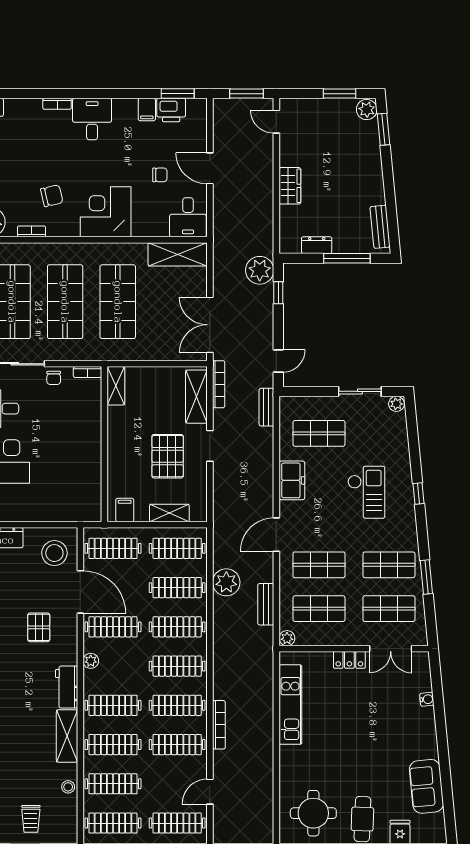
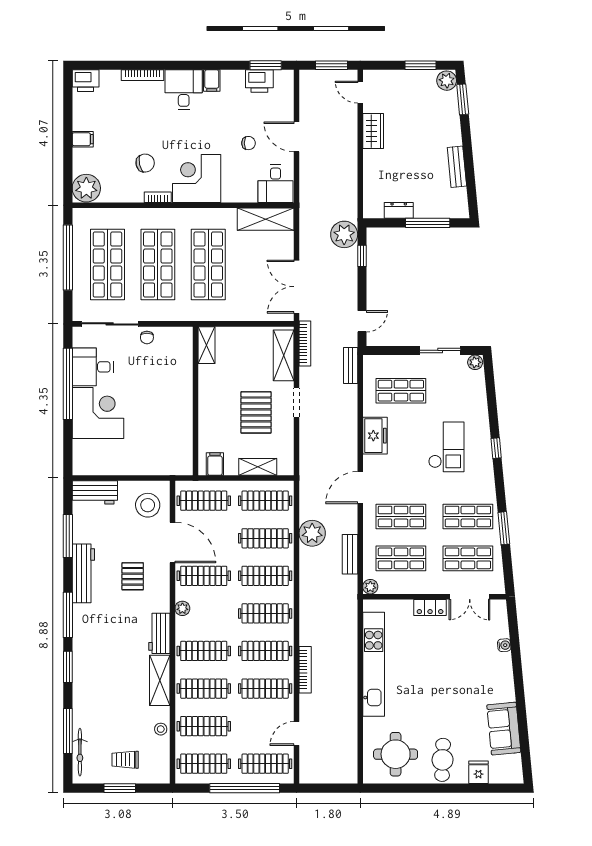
bookcase: (57, 104) -> (143, 75), width x1.56
filing cabinet: (147, 109) -> (212, 80), moved
wardrobe: (290, 186) -> (373, 131), moved
bench: (380, 227) -> (457, 167), moved
bookcase: (32, 231) -> (158, 197), moved
bookcase: (88, 372) -> (179, 332), removed
kitchen unit: (290, 705) -> (374, 664), width x1.36
trolley: (31, 819) -> (125, 760), turned 90

